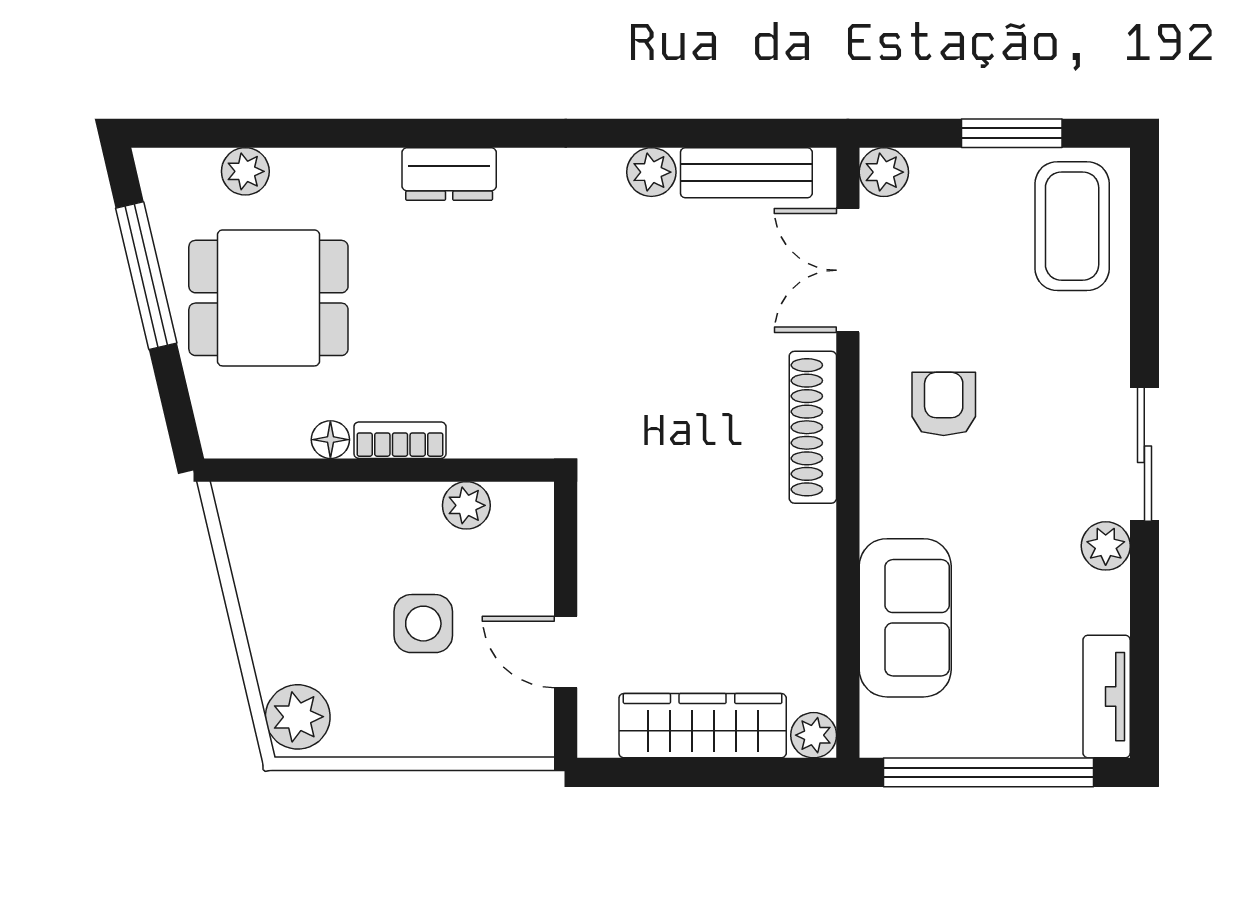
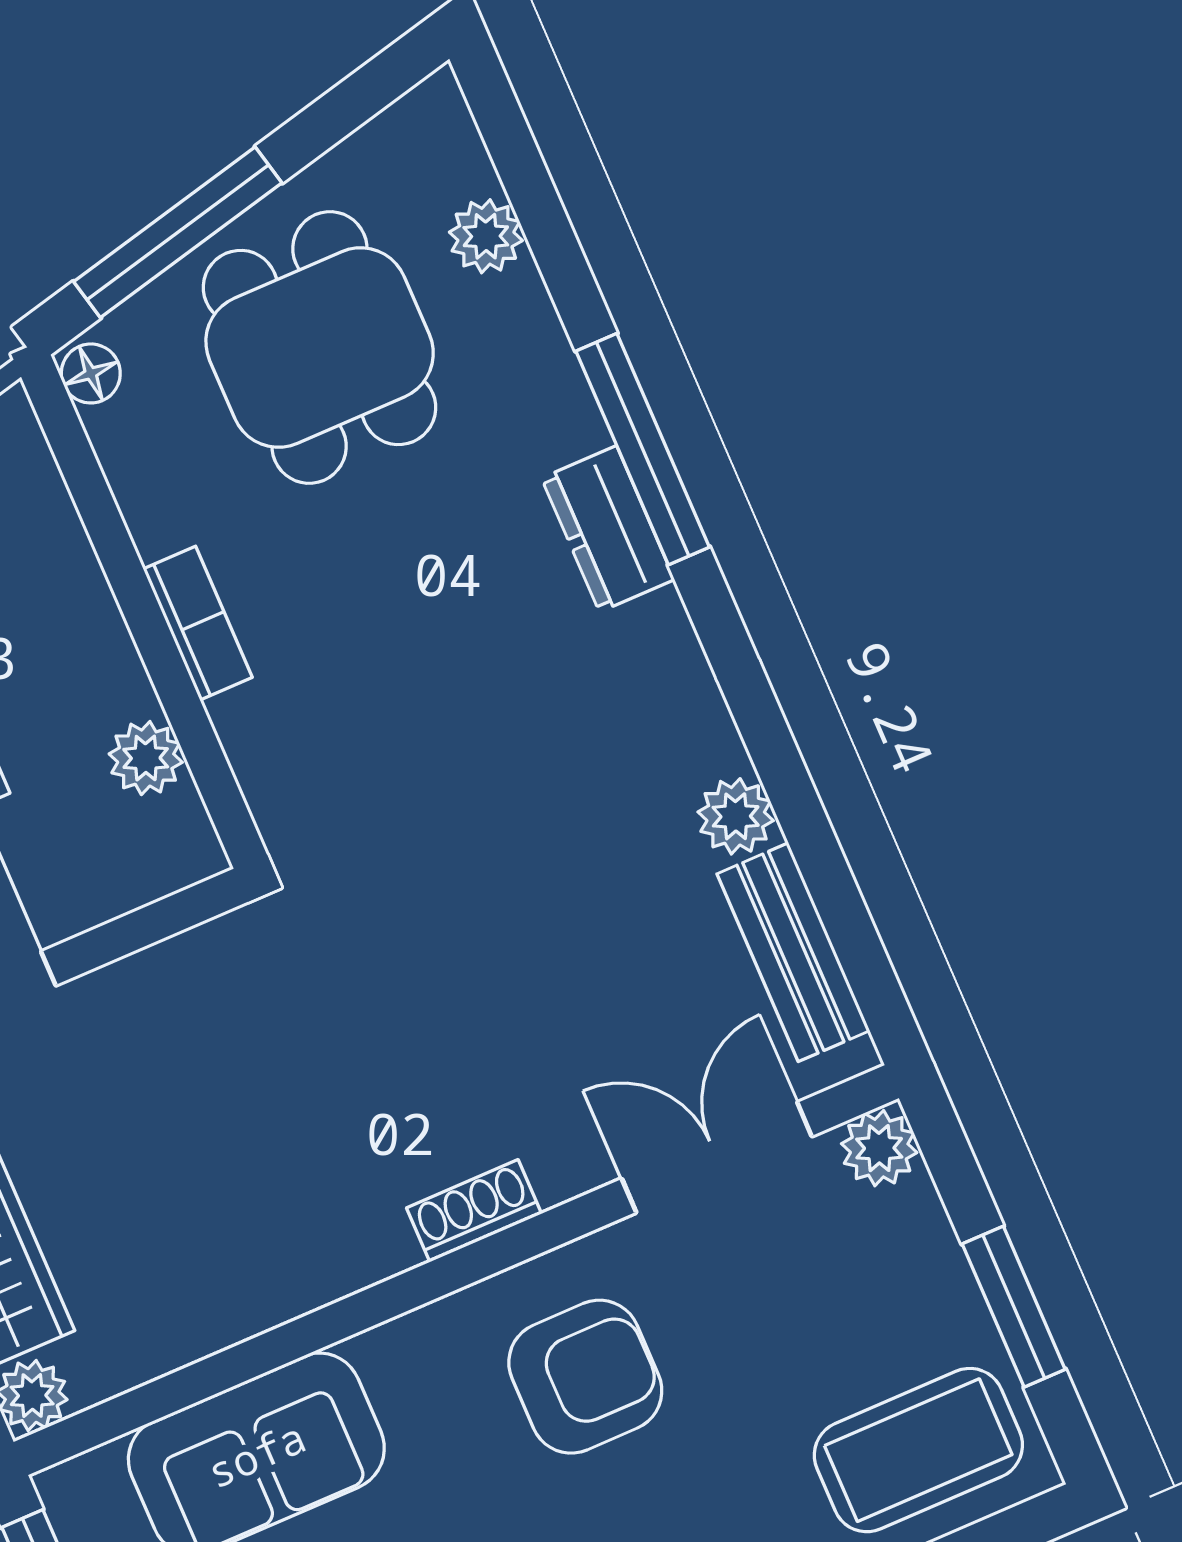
window: (411, 133) -> (643, 449), added
window: (146, 276) -> (178, 232), moved
armchair: (944, 404) -> (585, 1377), width x1.38, depth x1.38
shoe rack: (813, 427) -> (474, 1211), width x0.51, depth x0.81
floor lamp: (330, 440) -> (91, 373), moved

